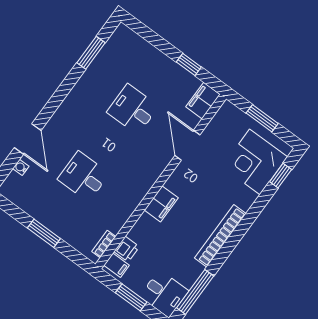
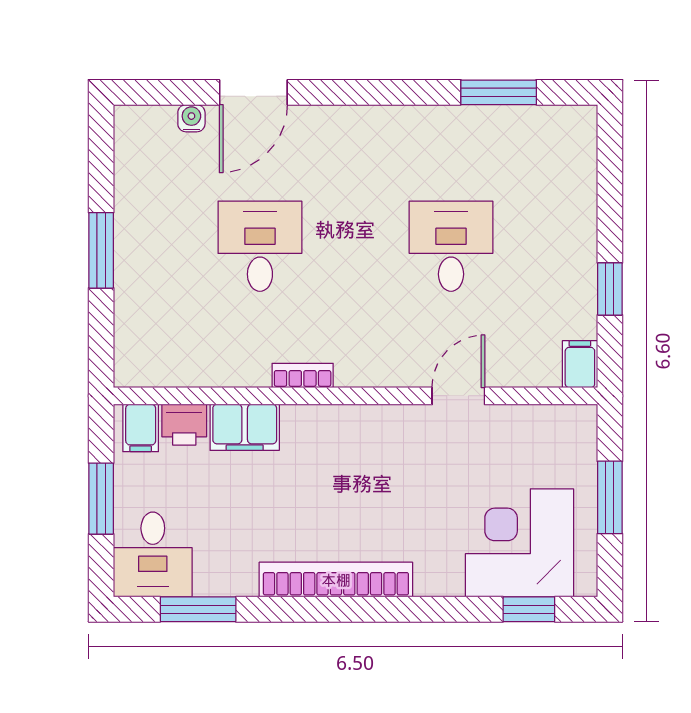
filing cabinet: (203, 101) -> (580, 364), width x0.50
door: (187, 145) -> (458, 396), width x0.73
filing cabinet: (161, 204) -> (245, 427), moved
bookcase: (104, 244) -> (303, 376), moved
window: (195, 292) -> (198, 609), width x0.69

